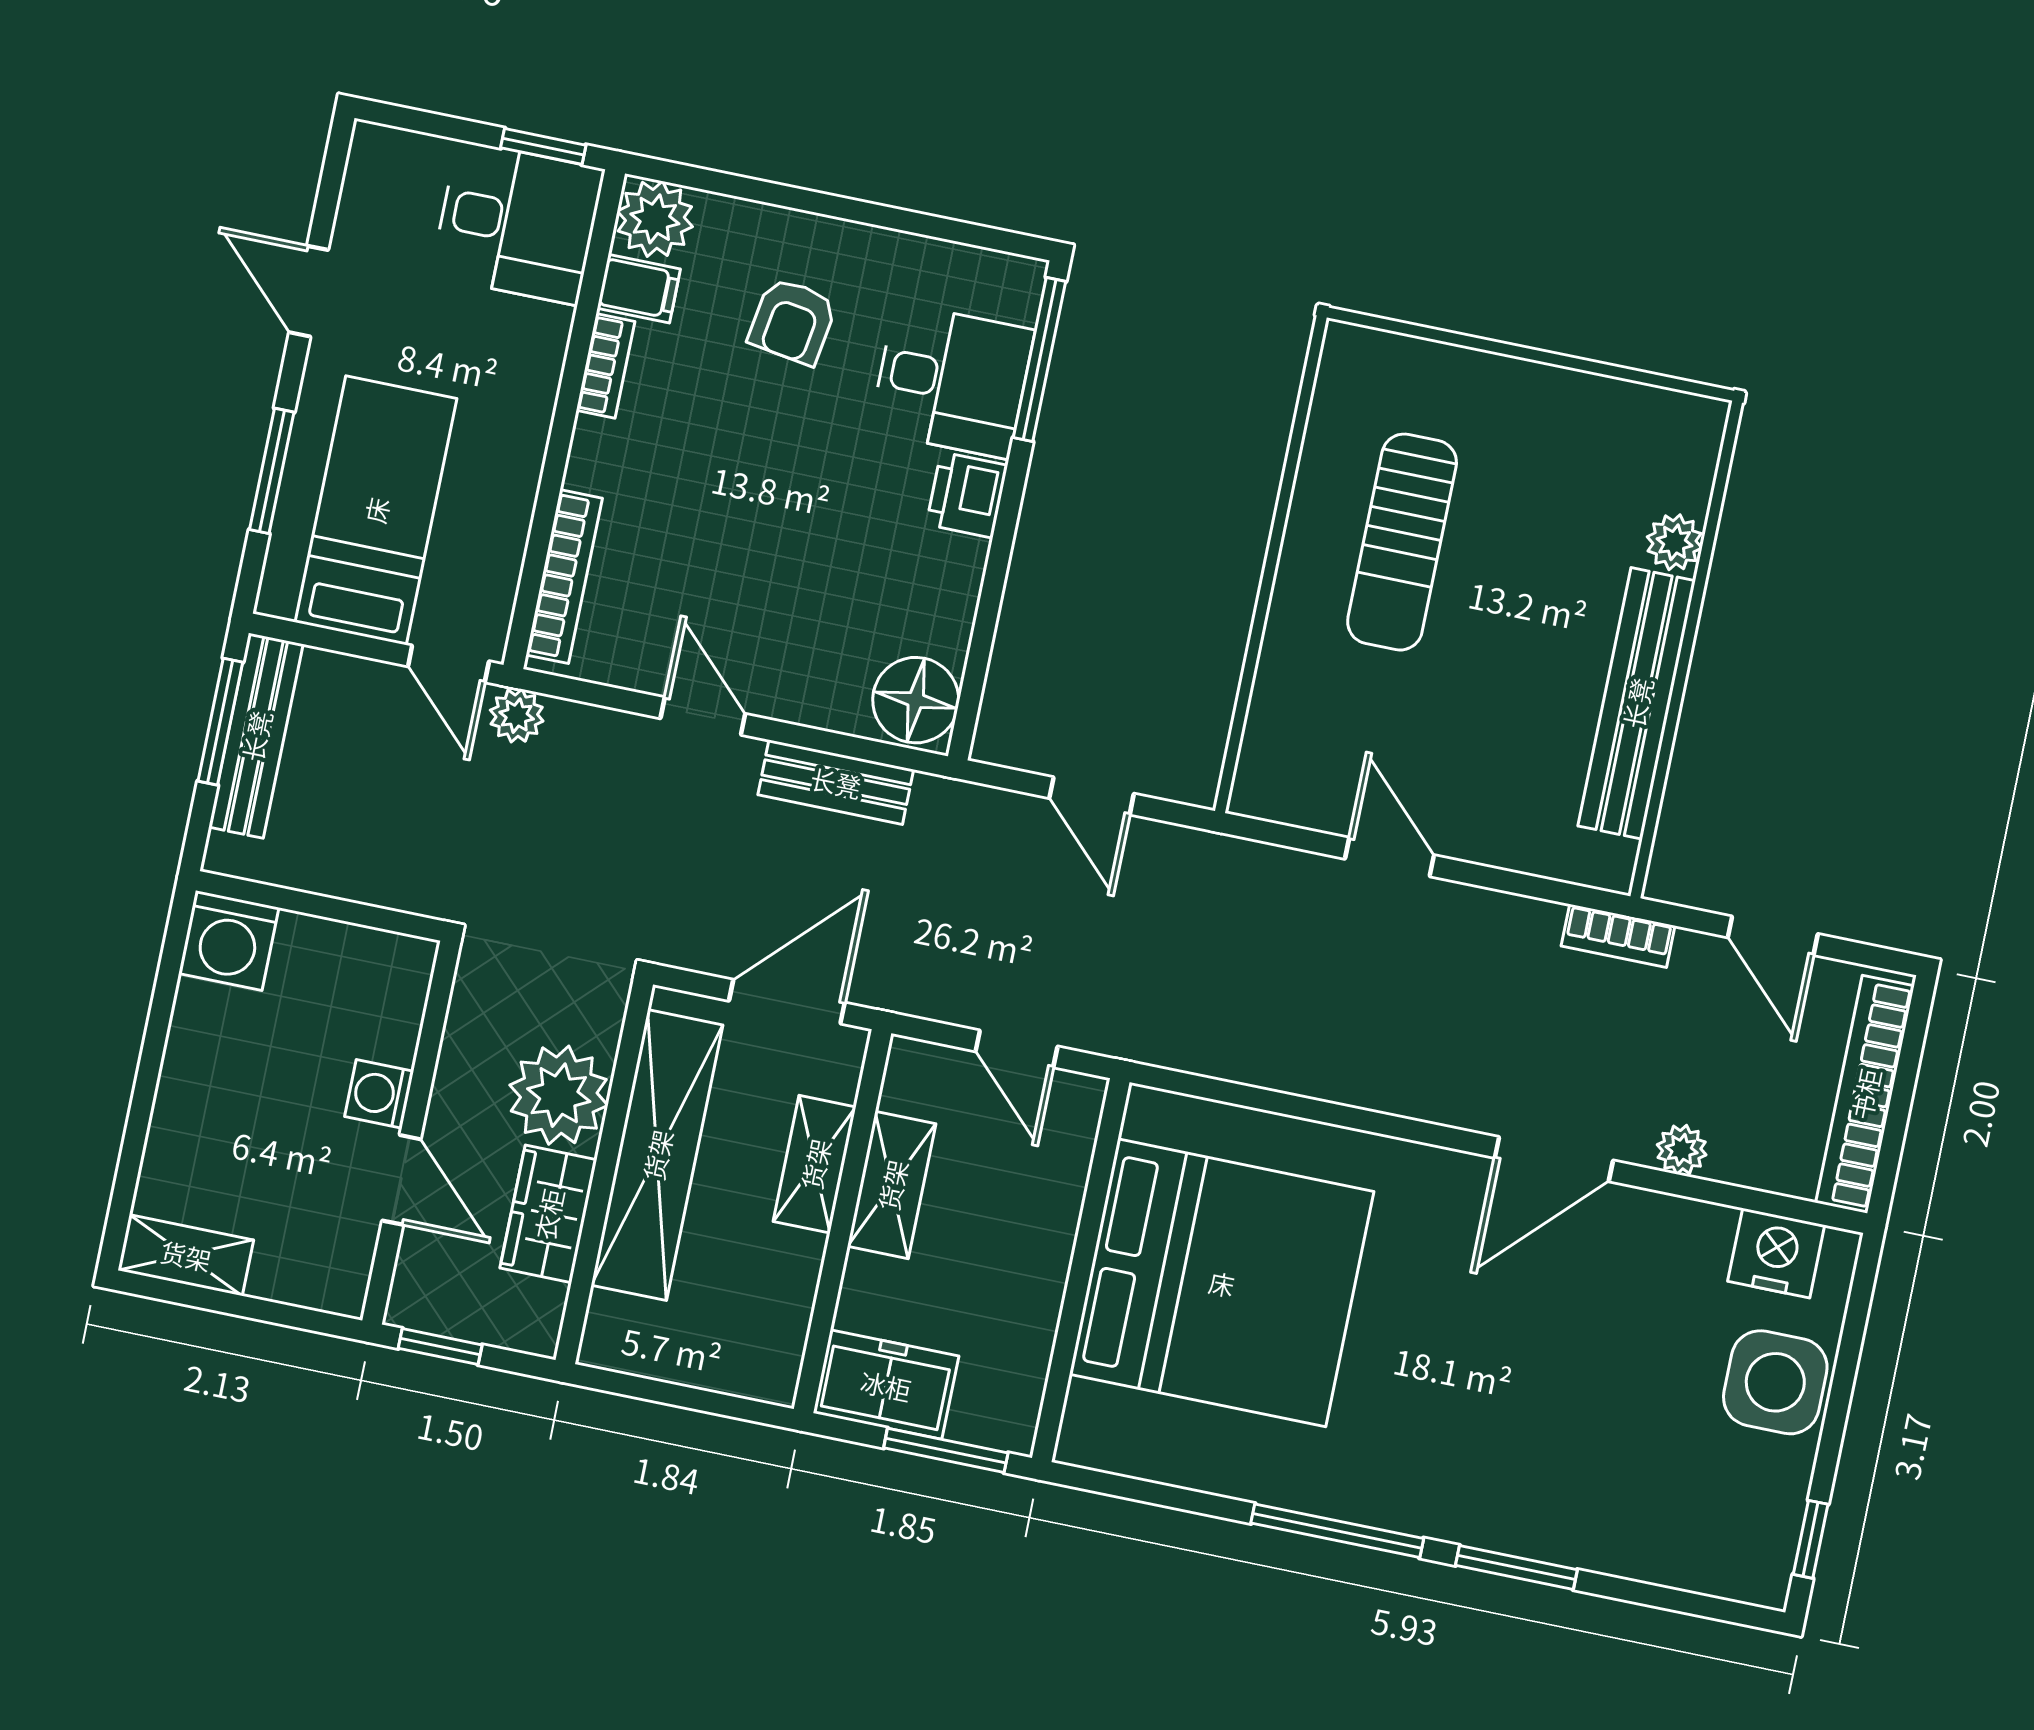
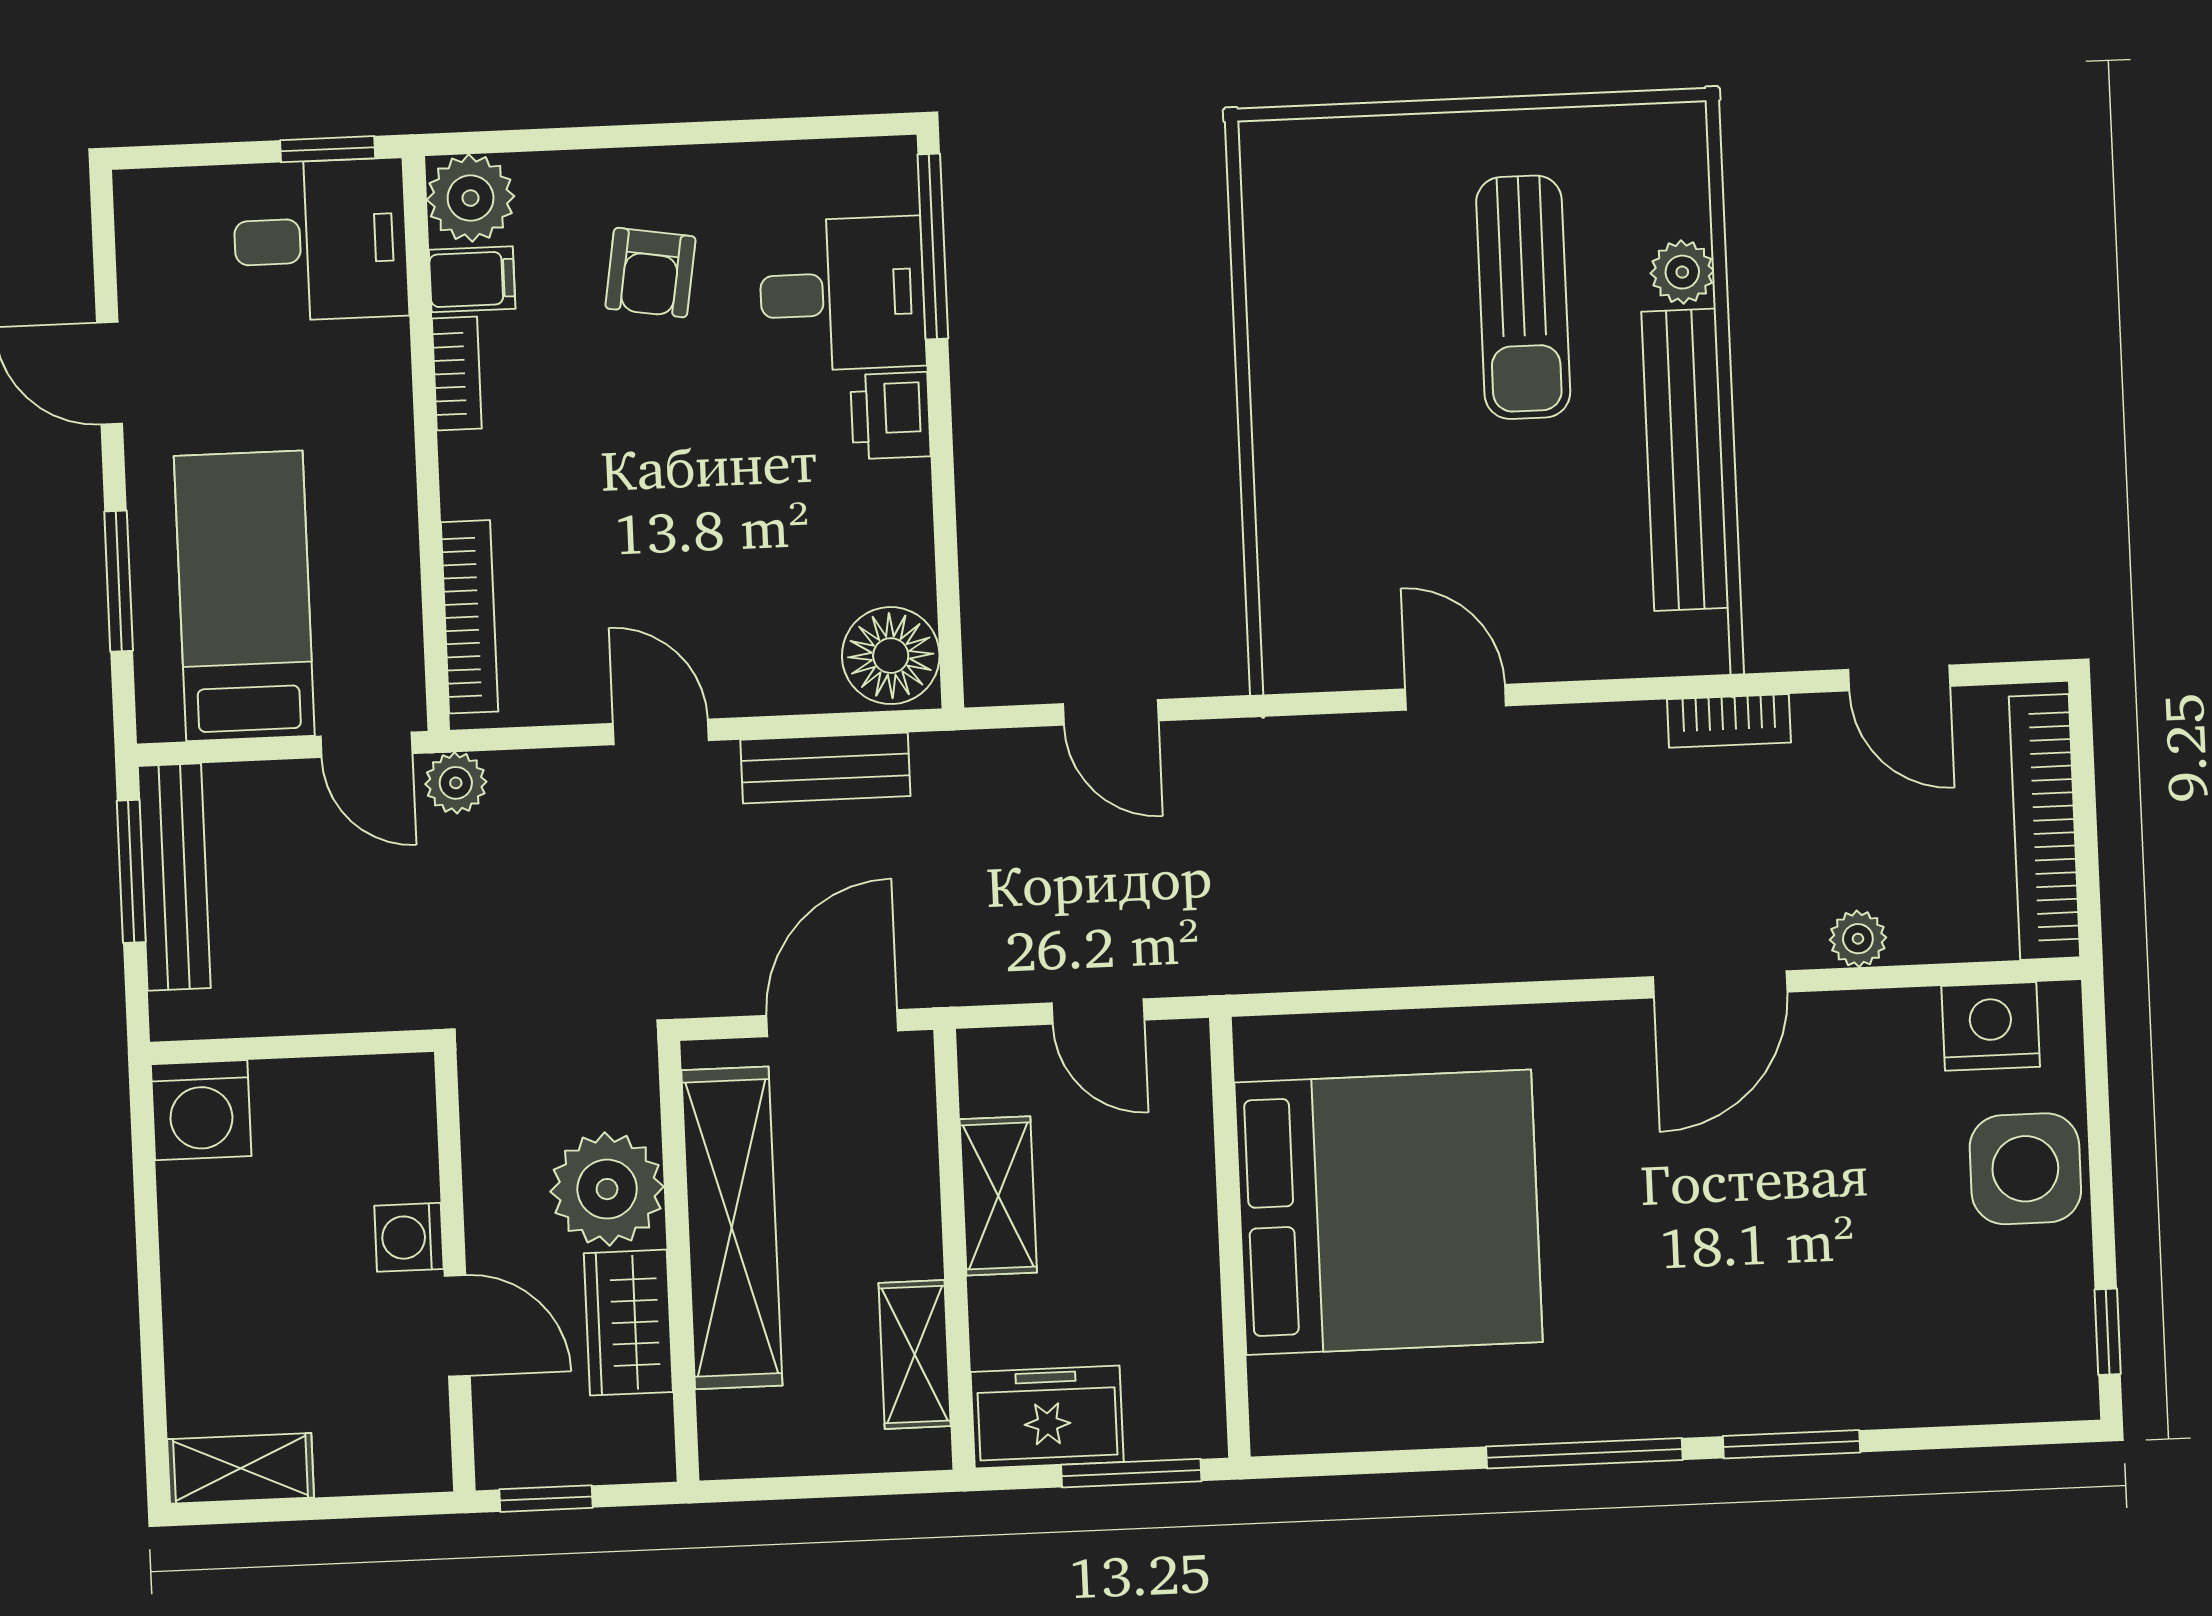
sun lounger: (1402, 542) -> (1523, 297), moved
shelving: (815, 1164) -> (915, 1355), moved

